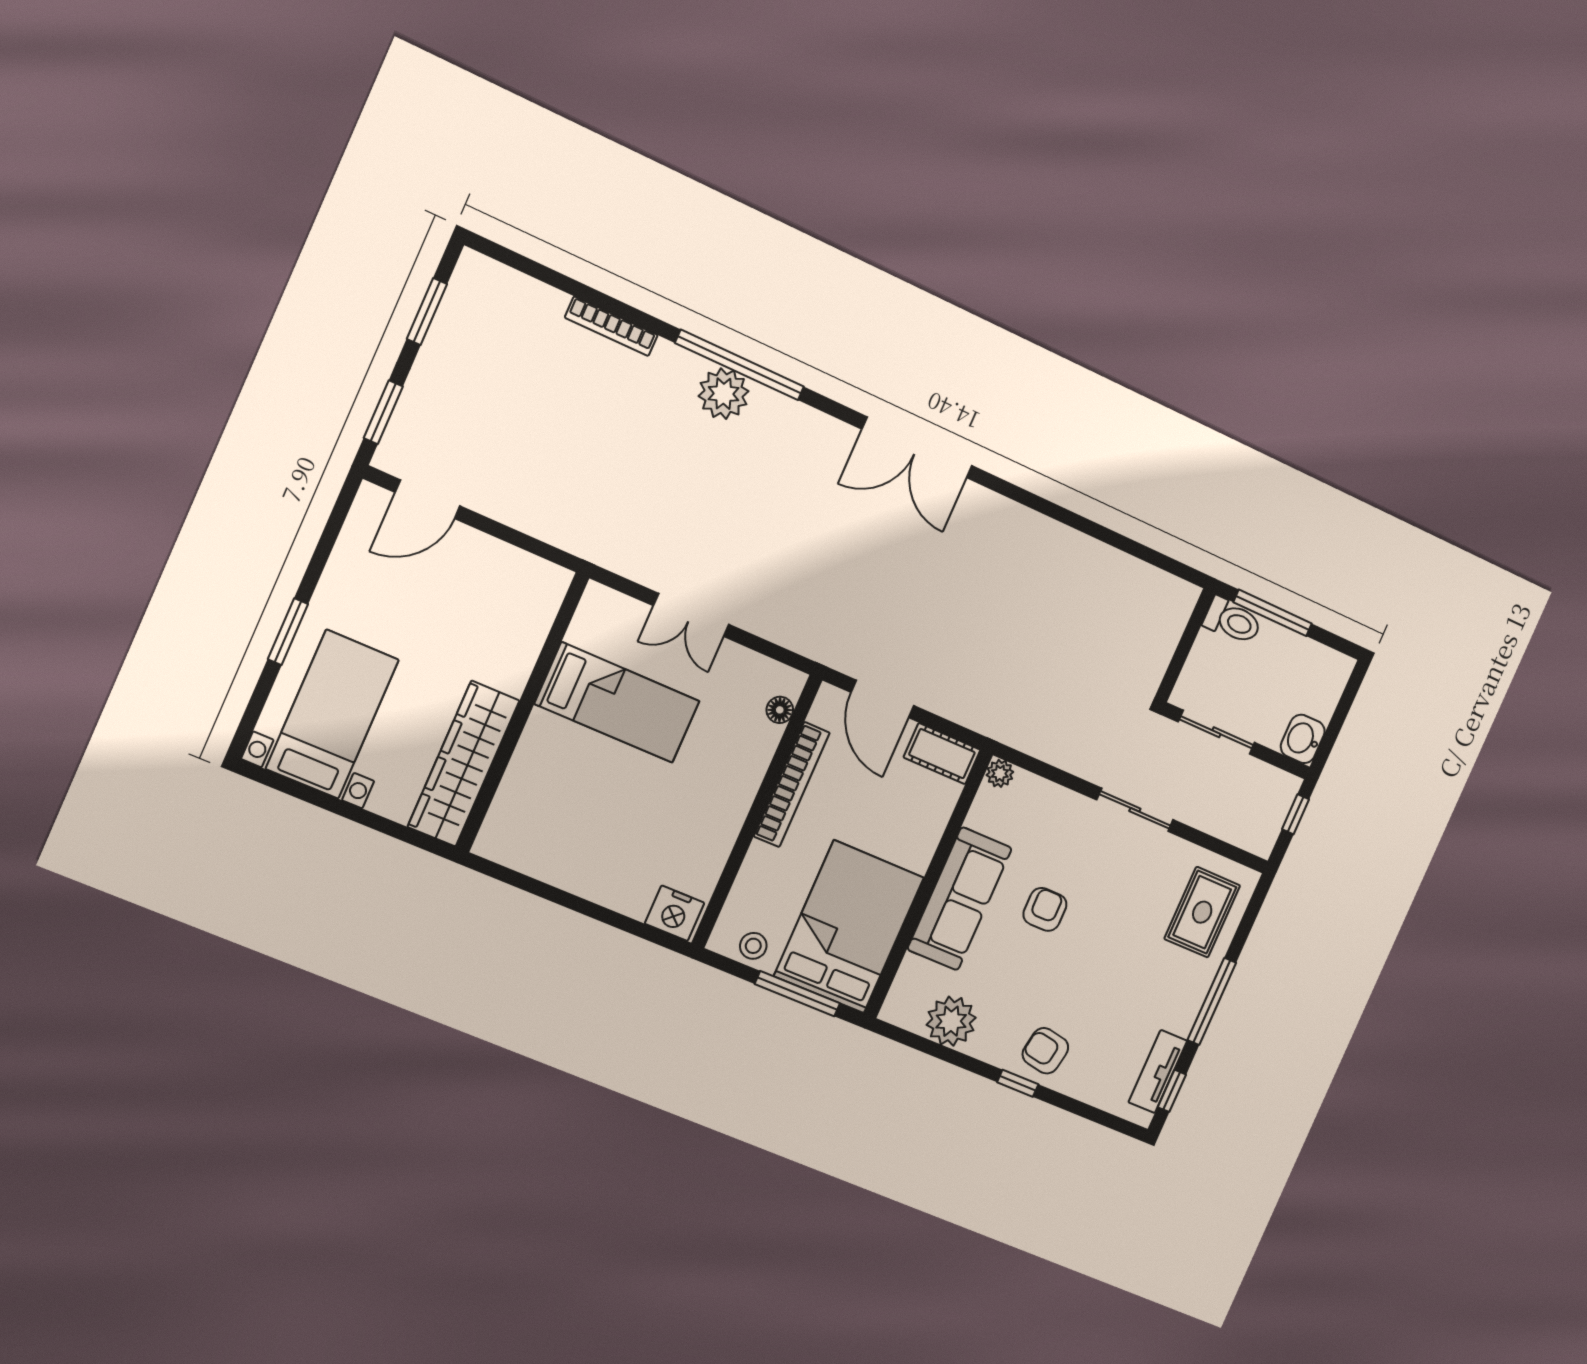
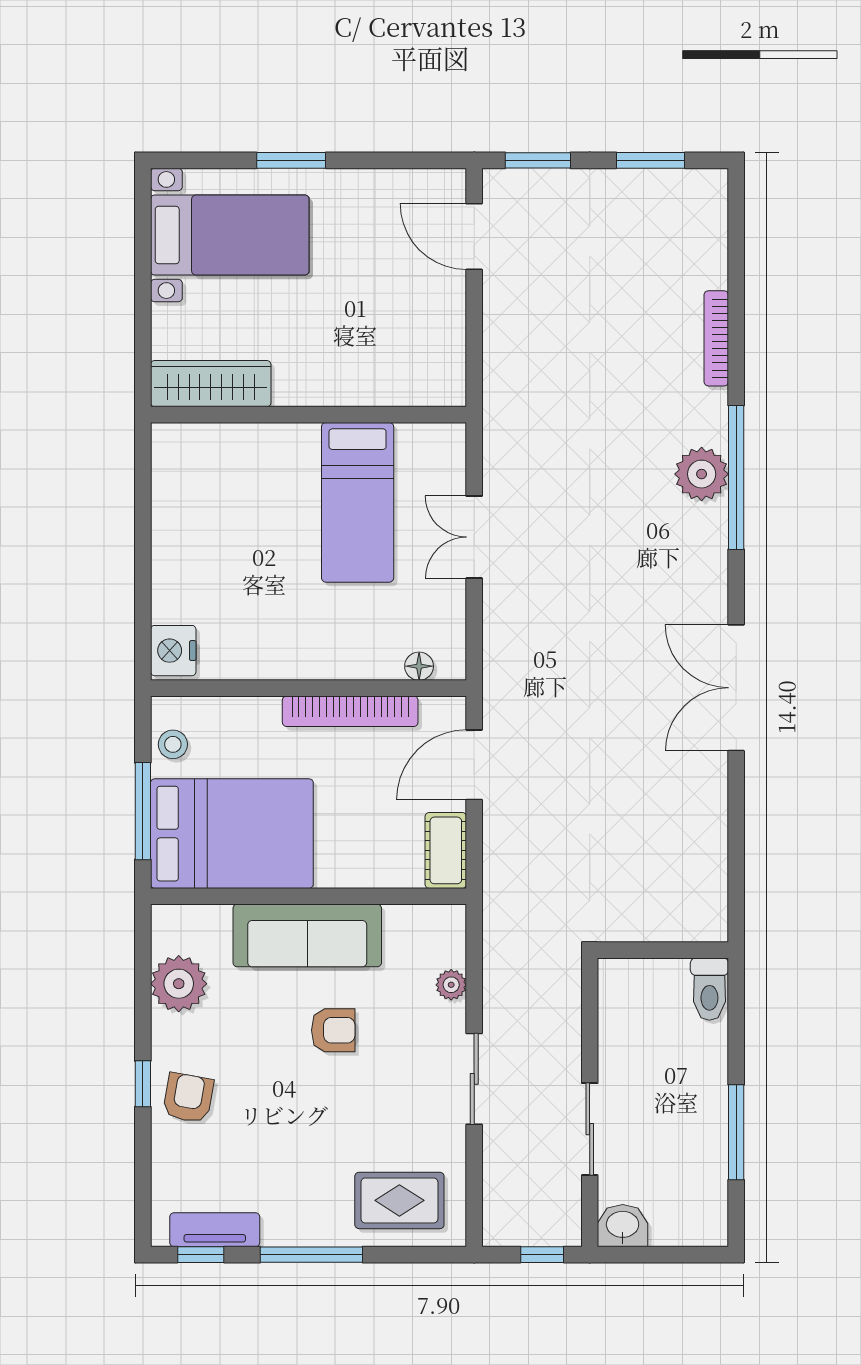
toilet: (1233, 621) -> (709, 989), moved
wall: (1185, 645) -> (663, 950), moved
wardrobe: (463, 764) -> (211, 384), width x0.71, depth x0.85
plant: (1000, 773) -> (451, 985), moved

